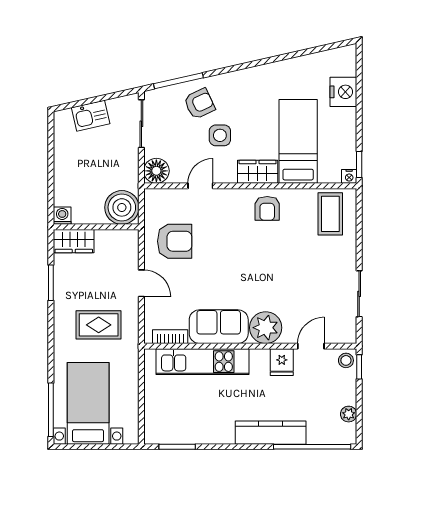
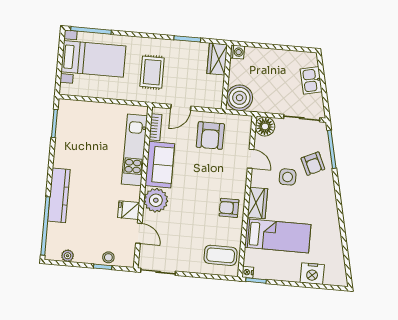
sofa: (219, 327) -> (160, 165), moved
plant: (266, 328) -> (156, 200), moved
bookcase: (170, 337) -> (155, 127), moved
wall: (250, 346) -> (143, 187), moved
door: (311, 346) -> (139, 233), moved
kitchen unit: (202, 362) -> (134, 150), moved
fridge: (282, 362) -> (129, 210), moved

